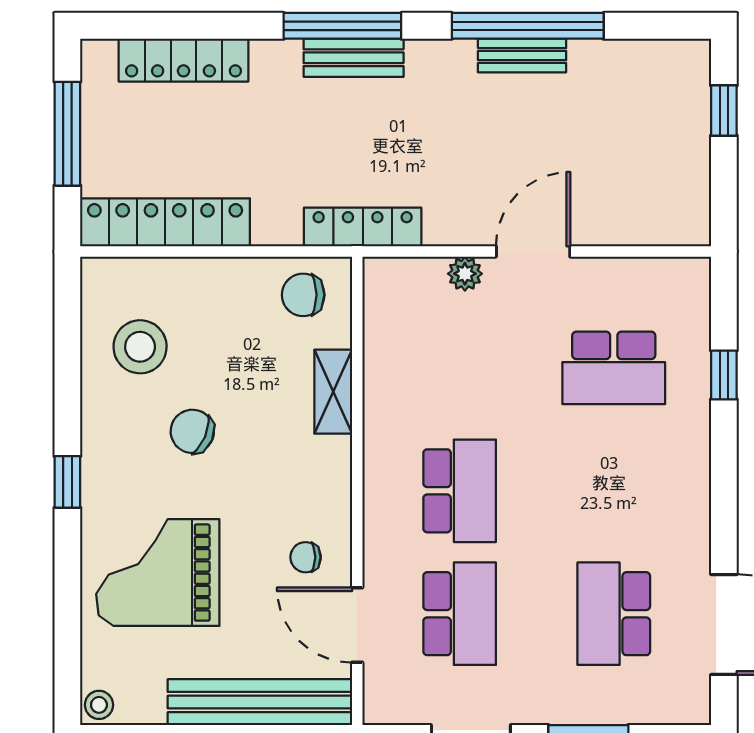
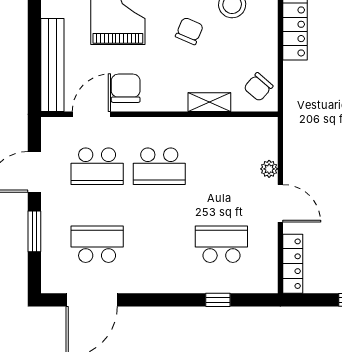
locker: (363, 227) -> (293, 264), moved
chair: (303, 295) -> (258, 87), turned -139
school desk: (614, 368) -> (221, 244), turned 90
chair: (306, 557) -> (126, 88), width x1.87, depth x1.87

